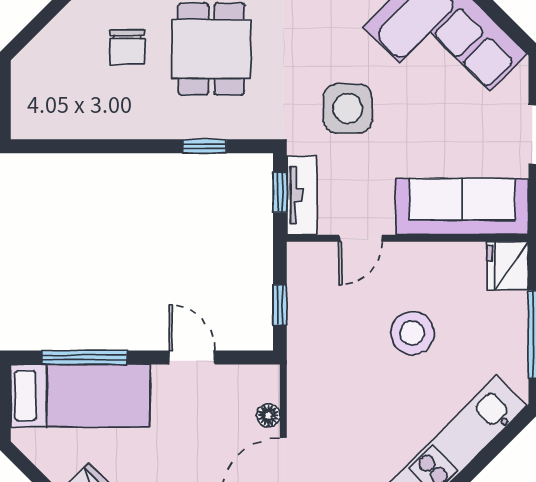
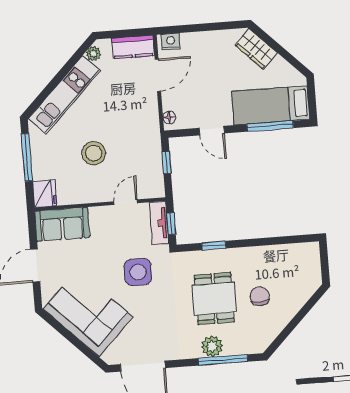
sofa: (462, 207) -> (62, 224), width x0.73
floor lamp: (268, 415) -> (169, 117), moved

